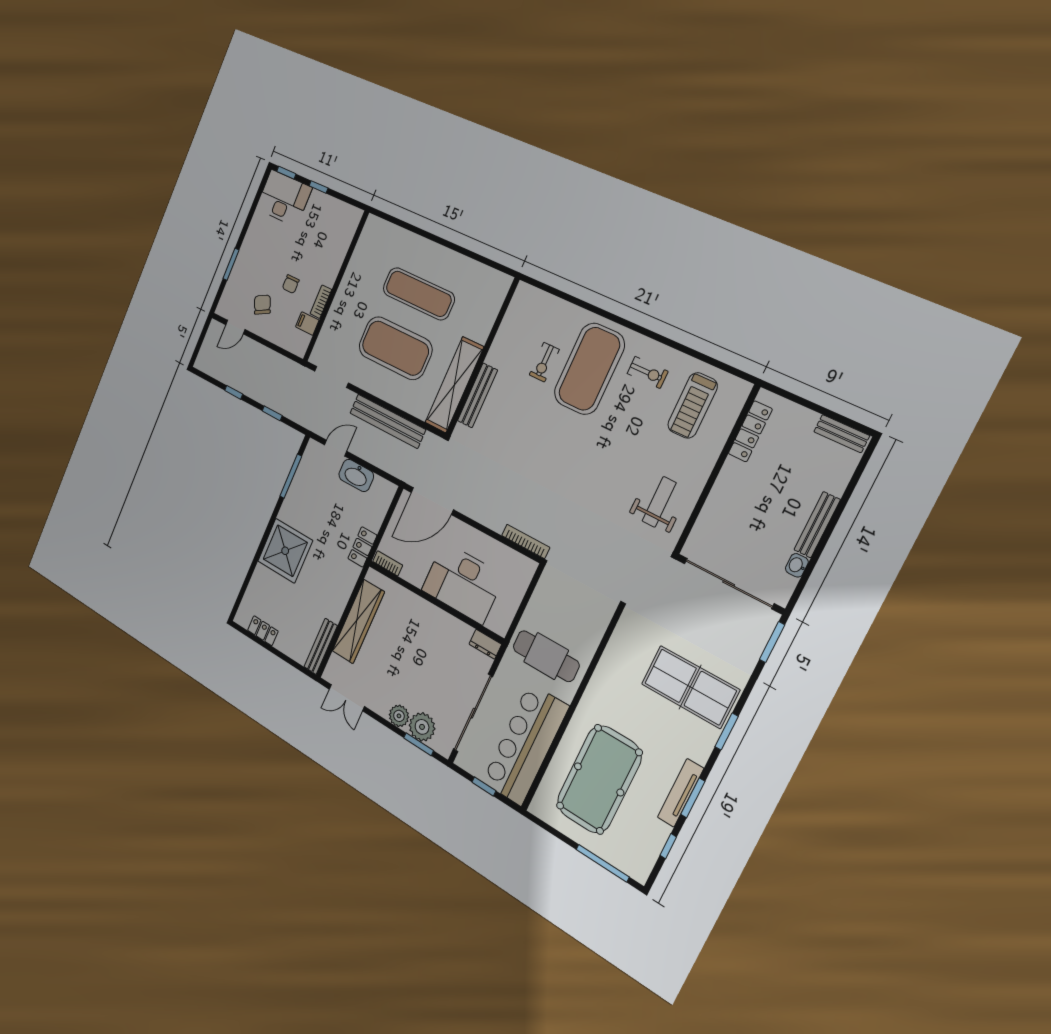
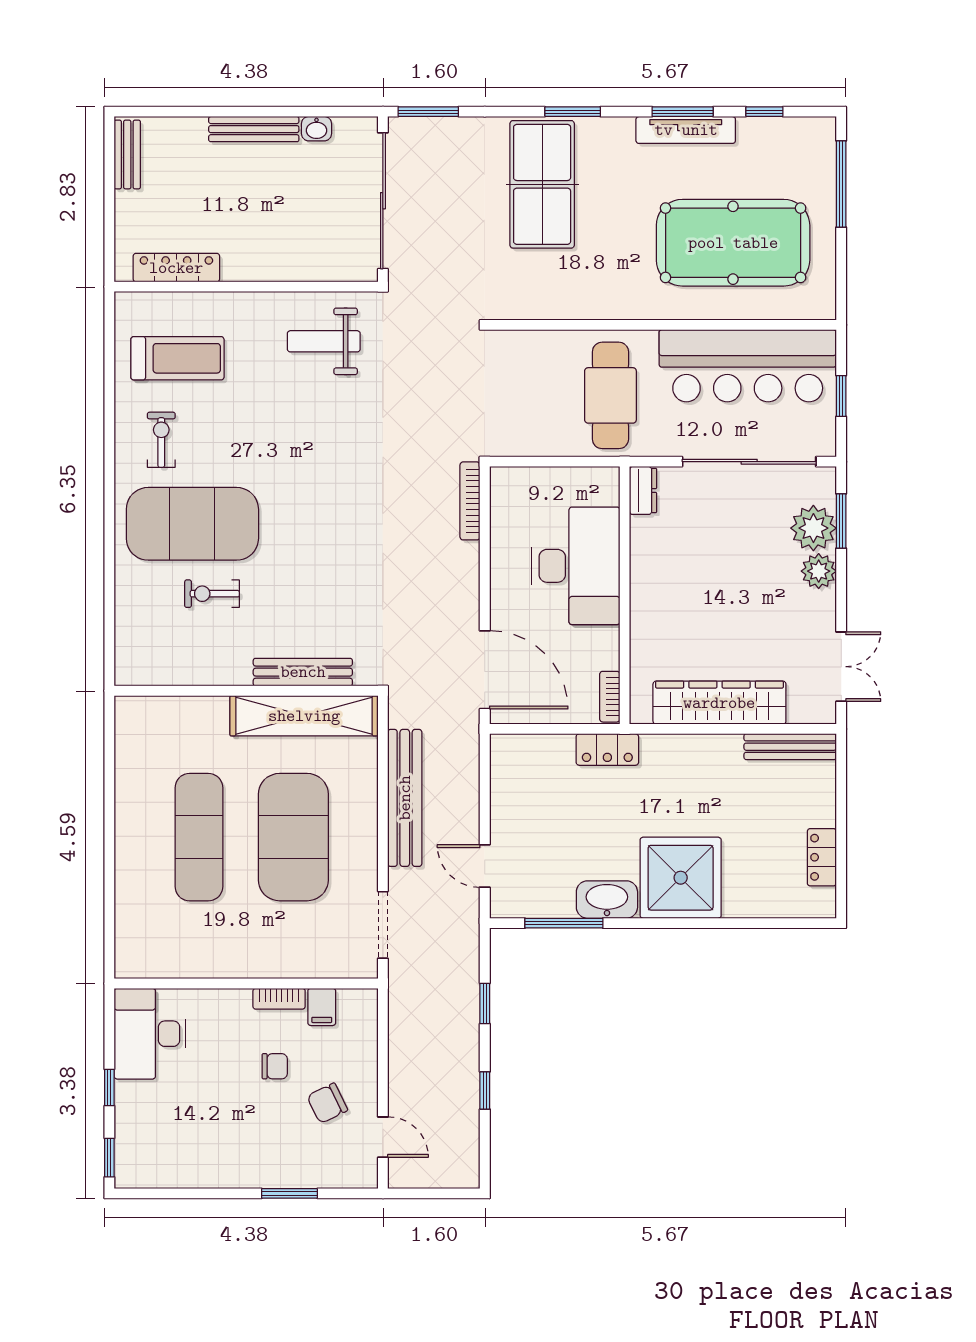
desk: (284, 198) -> (150, 1034), moved
exercise bike: (544, 362) -> (212, 594), turned 180
washbasin: (356, 475) -> (607, 900), moved, turned -90

